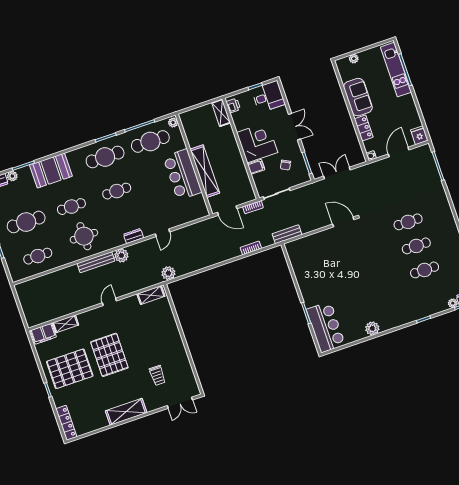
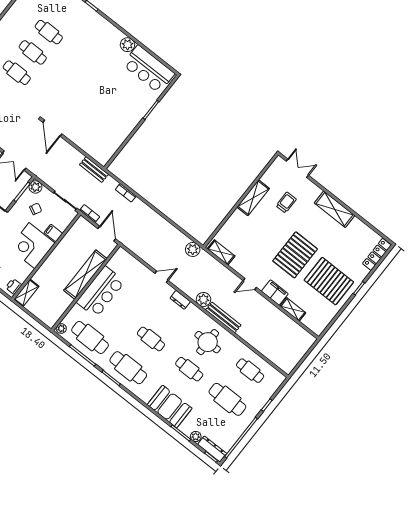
plant: (304, 177) -> (35, 187), added
bar counter: (326, 327) -> (149, 69), moved, turned -90
filing cabinet: (43, 334) -> (275, 293), moved
shelving: (179, 351) -> (253, 198), added

